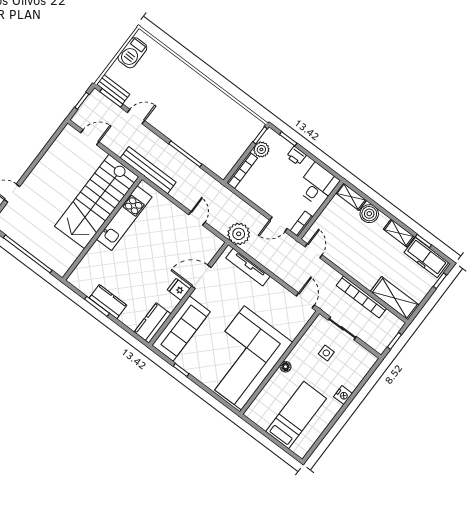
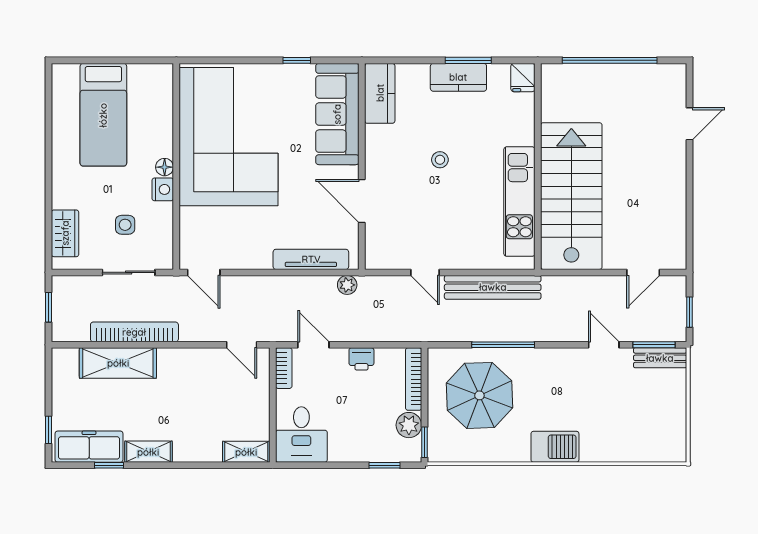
barbecue: (132, 53) -> (555, 447), moved, turned 90
door: (136, 117) -> (604, 345), swing flipped
parasol: (216, 138) -> (479, 395), added
printer: (296, 156) -> (361, 359), moved, turned 180
bench: (148, 170) -> (493, 287), moved
boiler: (369, 214) -> (206, 448), removed
door: (278, 224) -> (313, 345), hinge flipped
plant: (239, 234) -> (347, 285), width x0.53, depth x0.53
stool: (148, 268) -> (440, 160), added
door: (201, 277) -> (362, 201), swing flipped
fridge: (179, 289) -> (523, 78), moved, turned 90
shelving: (395, 298) -> (118, 363), moved
wardrobe: (359, 371) -> (65, 233), added
nightstand: (343, 395) -> (163, 189), moved, turned 180

